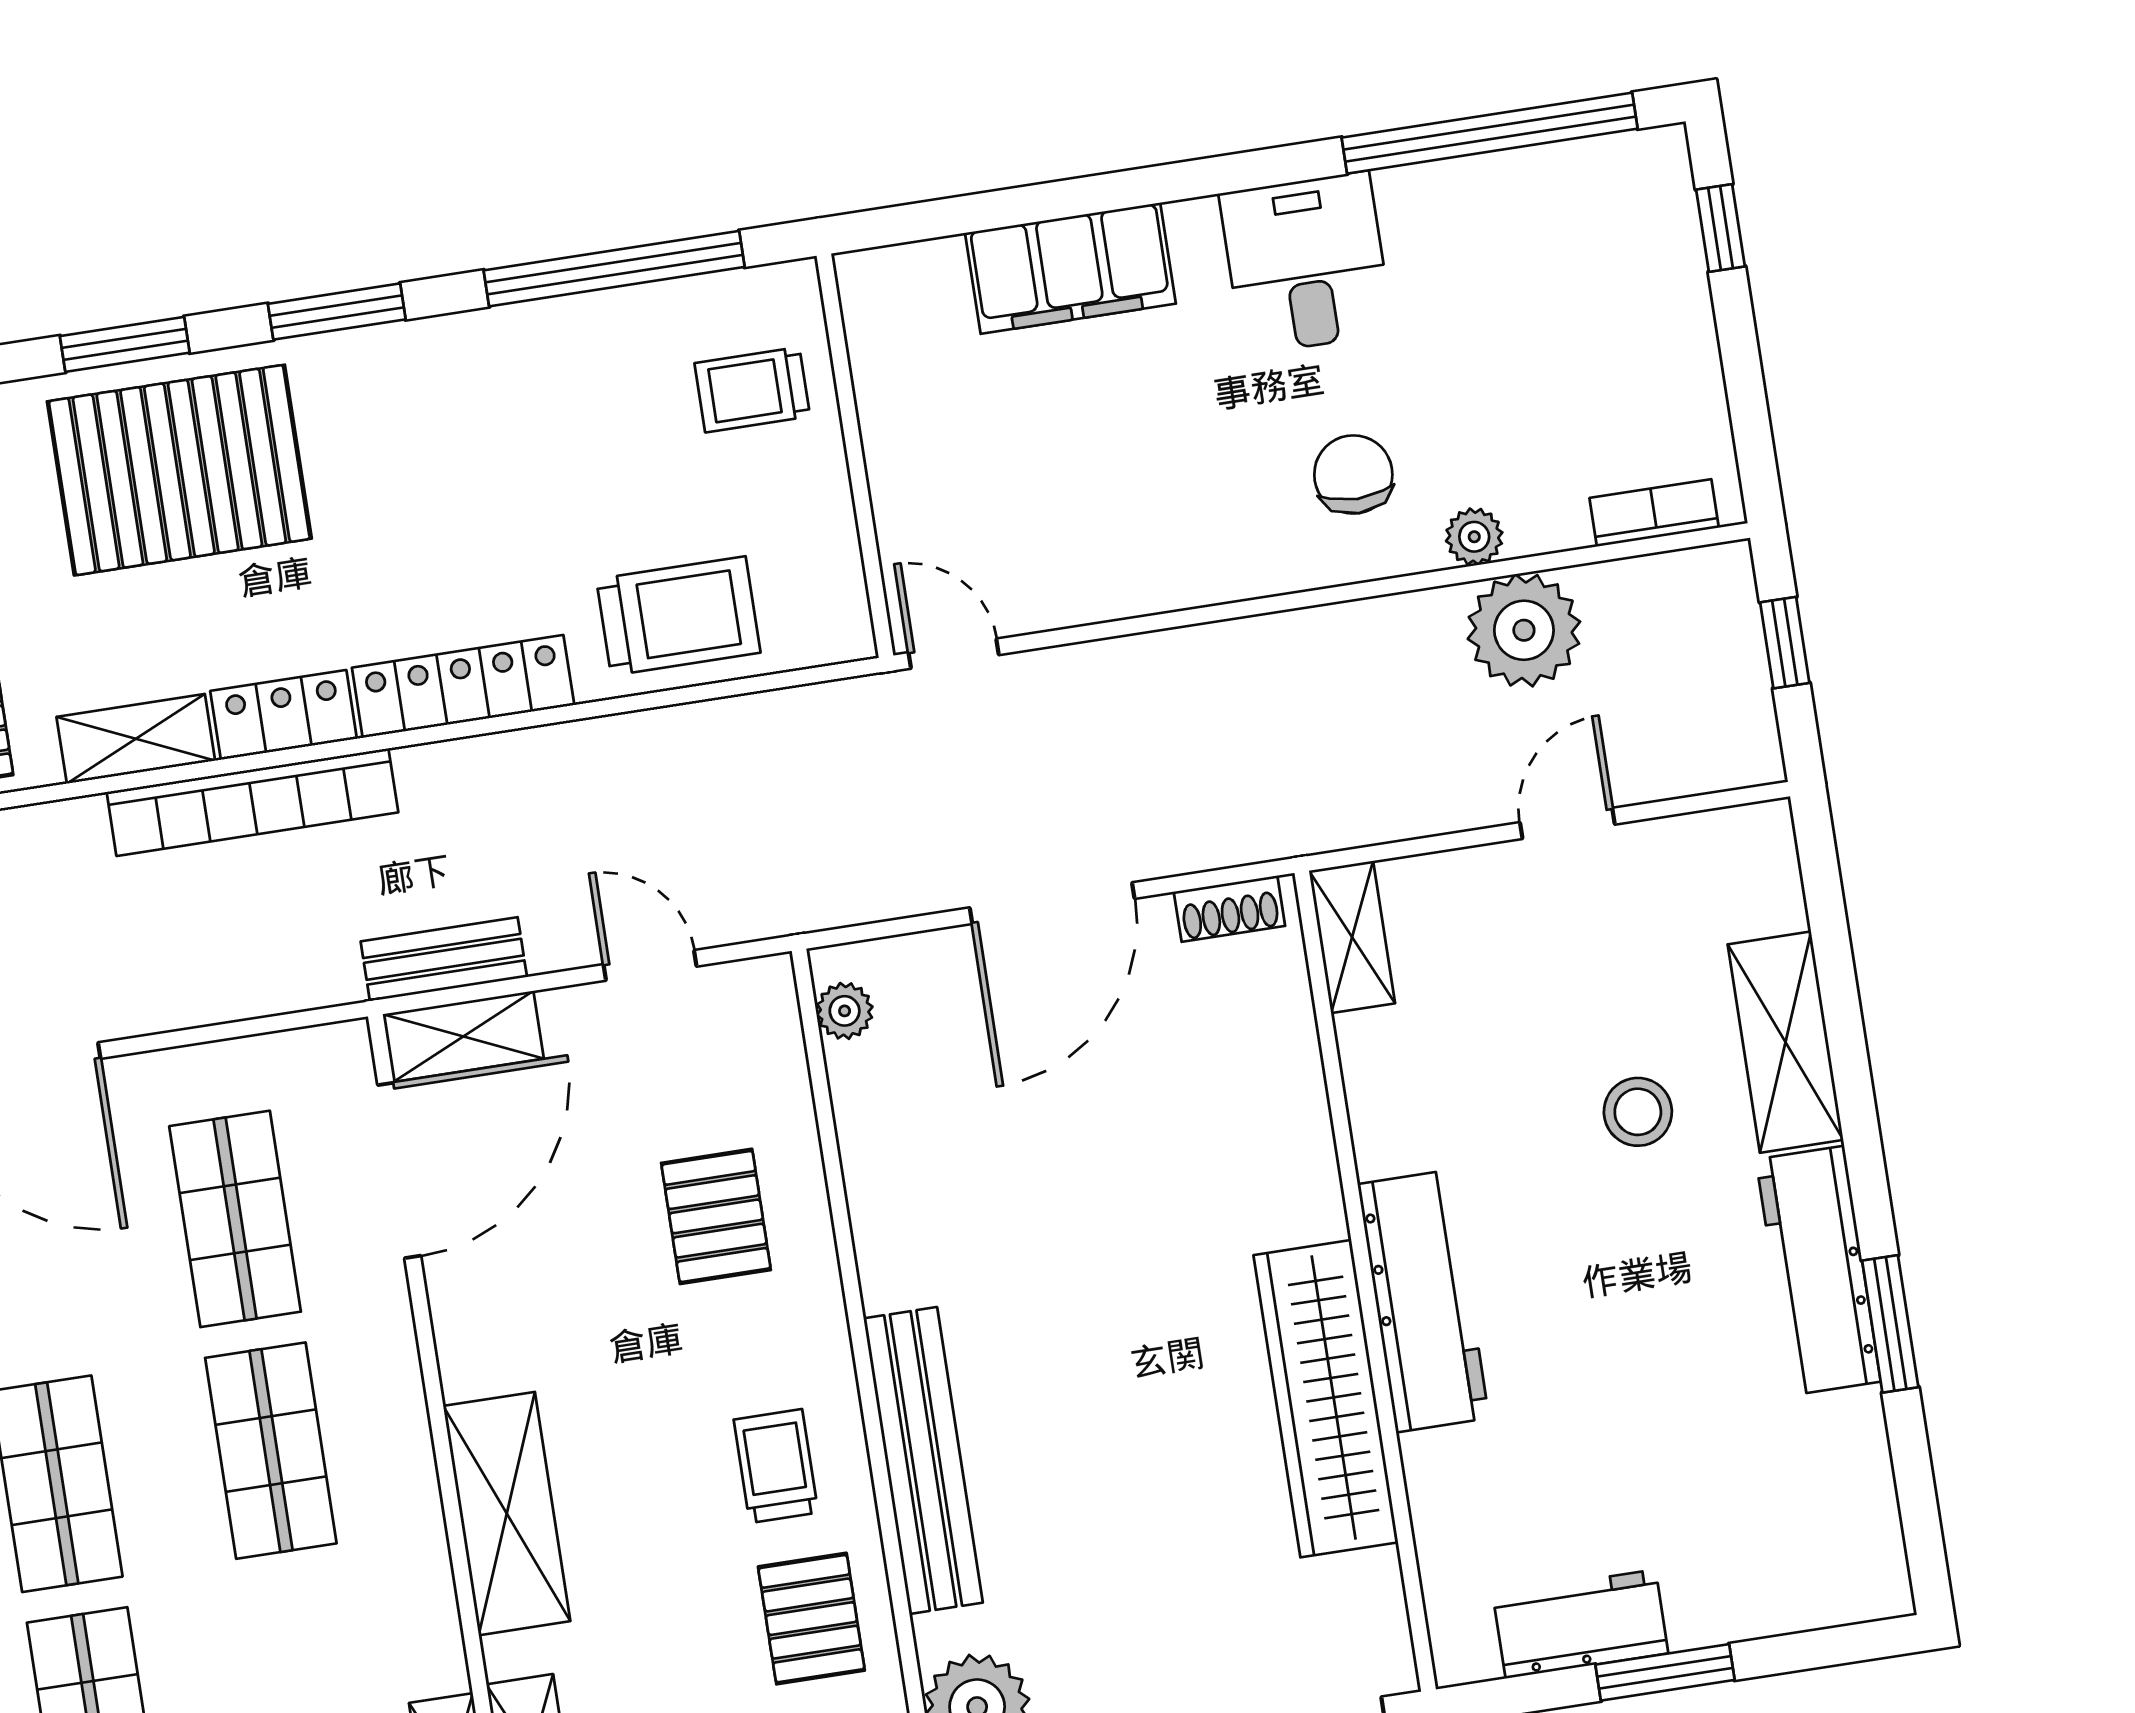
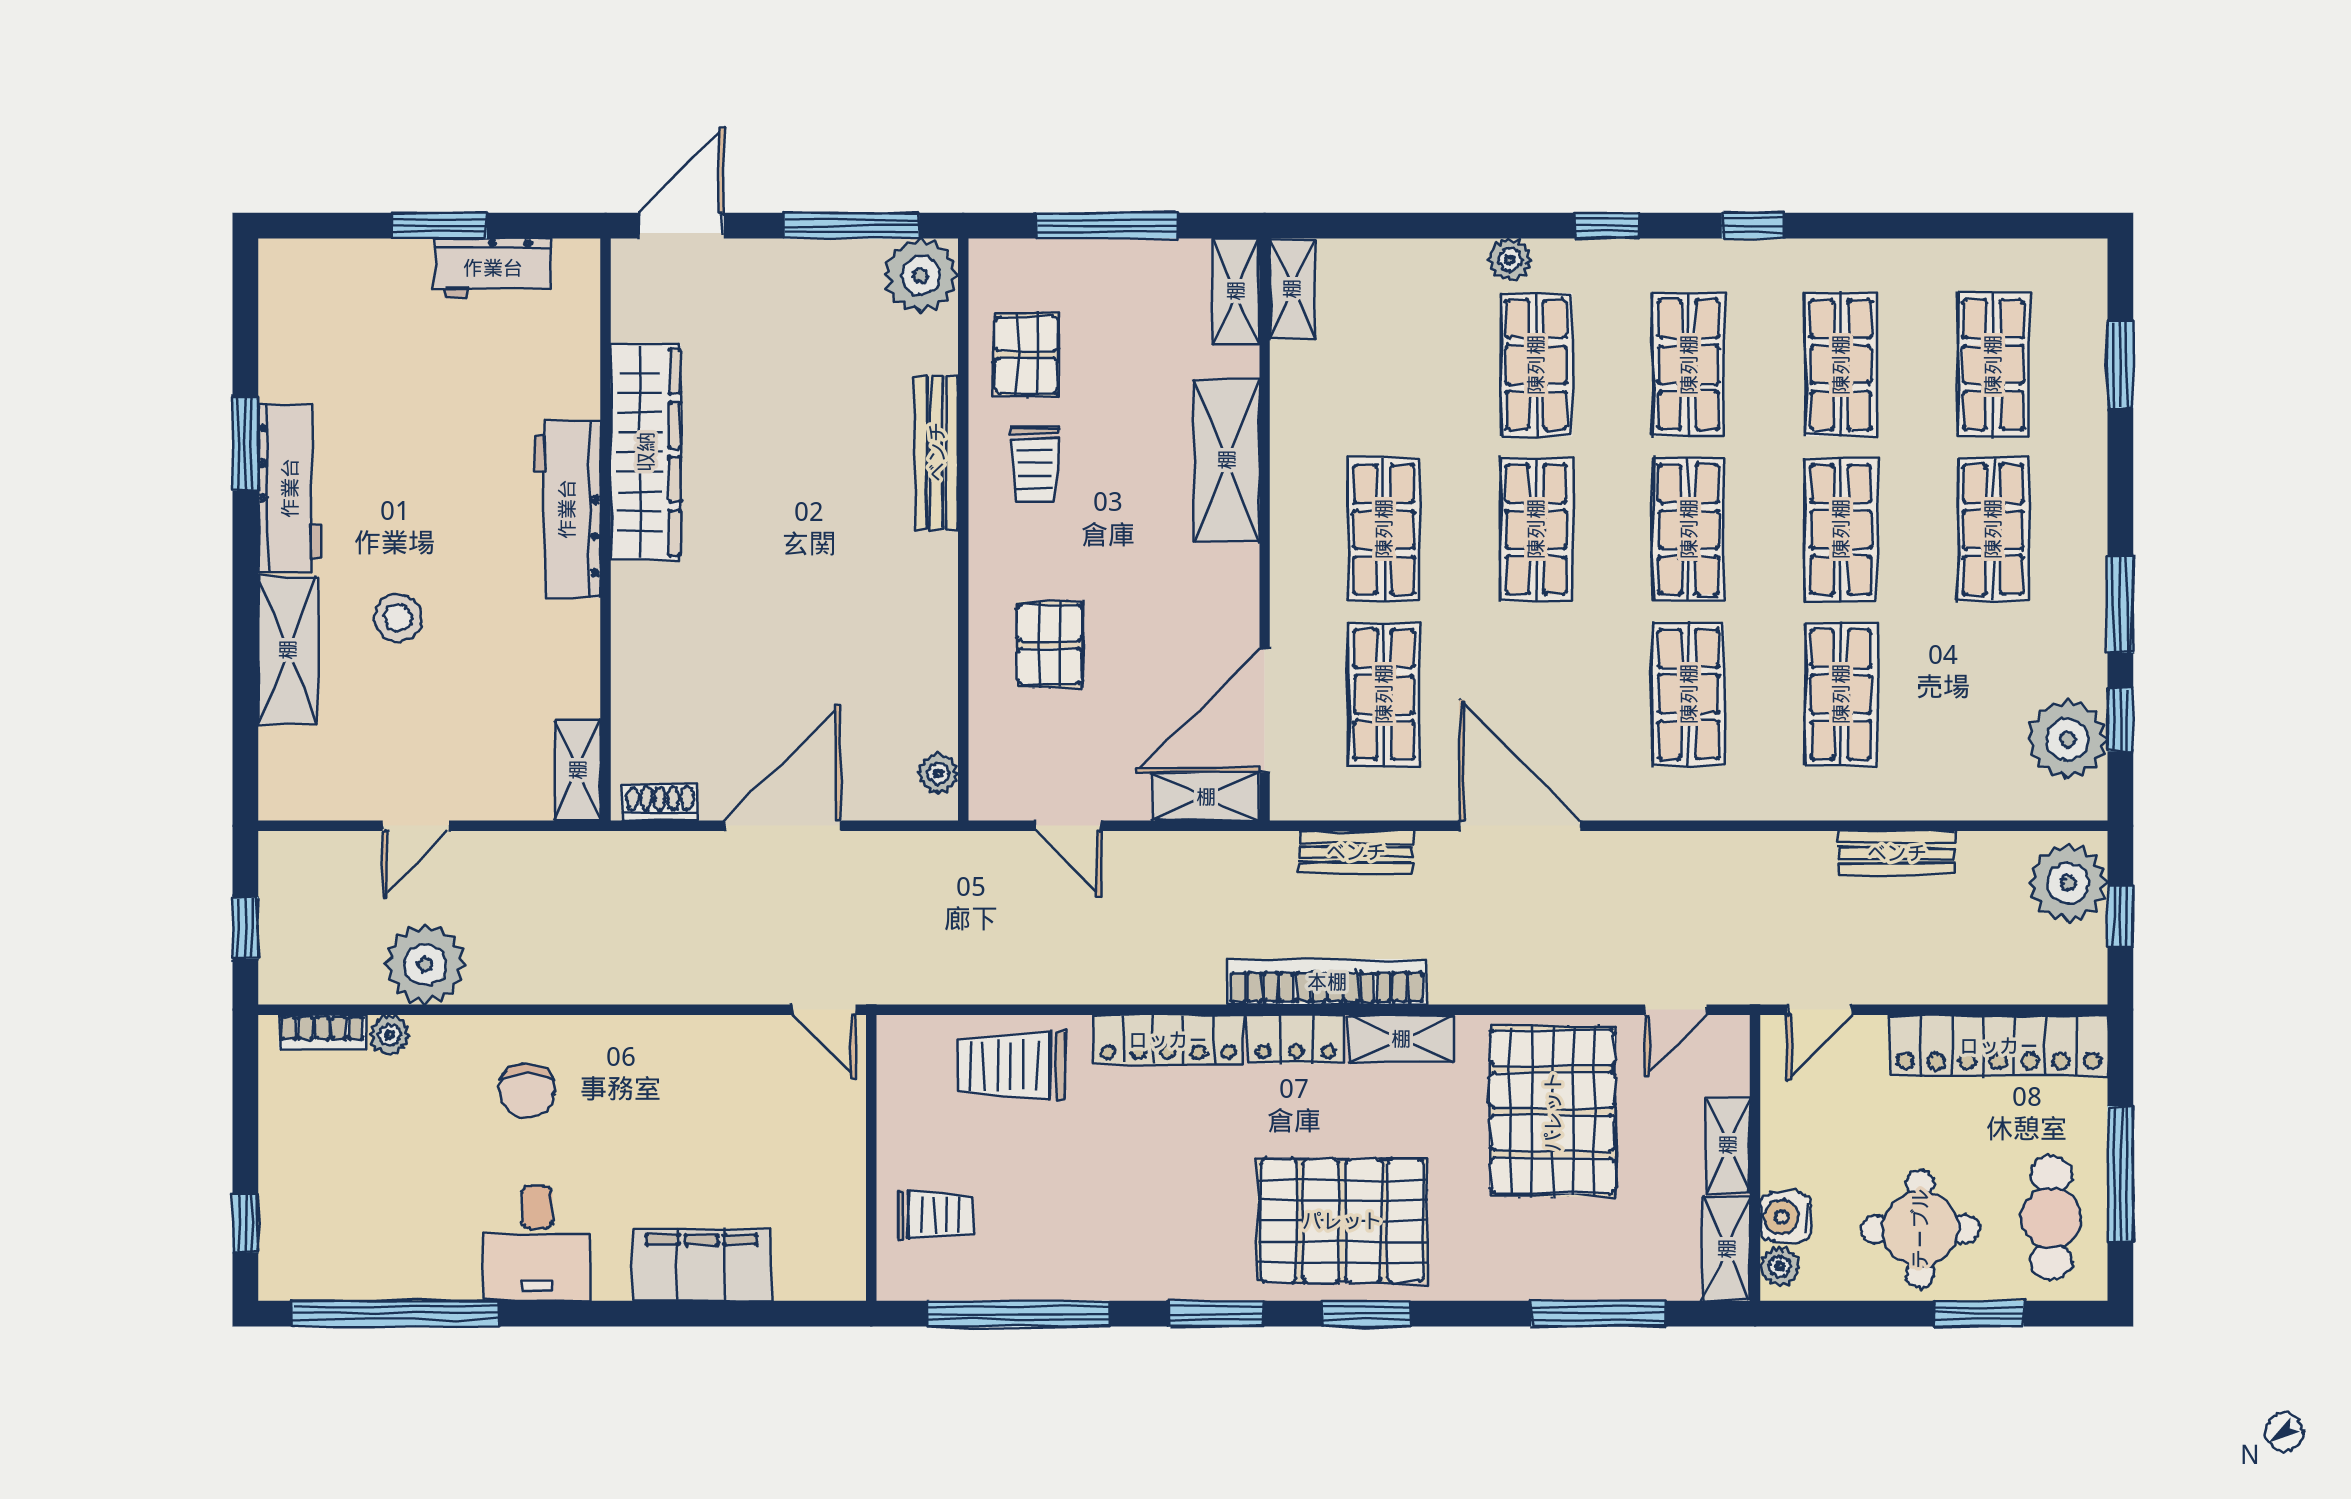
plant: (1474, 537) -> (390, 1035), moved
bench: (444, 959) -> (1356, 852), moved
bench: (923, 1460) -> (937, 452), width x0.73, depth x0.82

